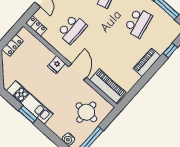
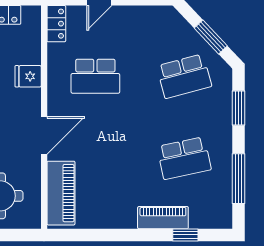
piano: (147, 62) -> (163, 218), moved
fridge: (56, 65) -> (28, 76), moved

